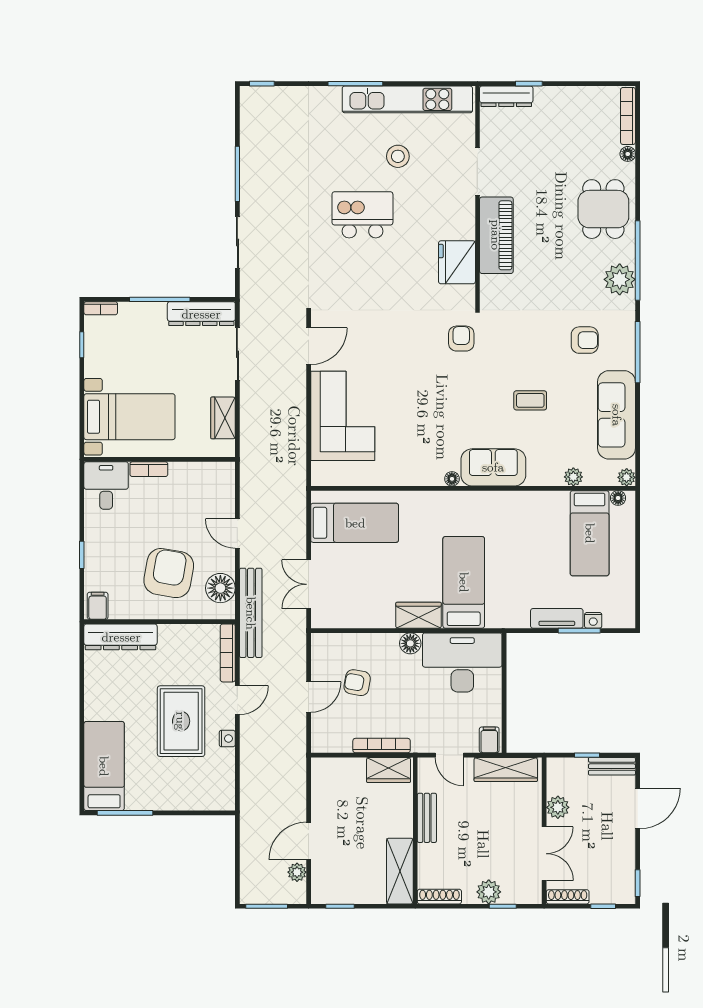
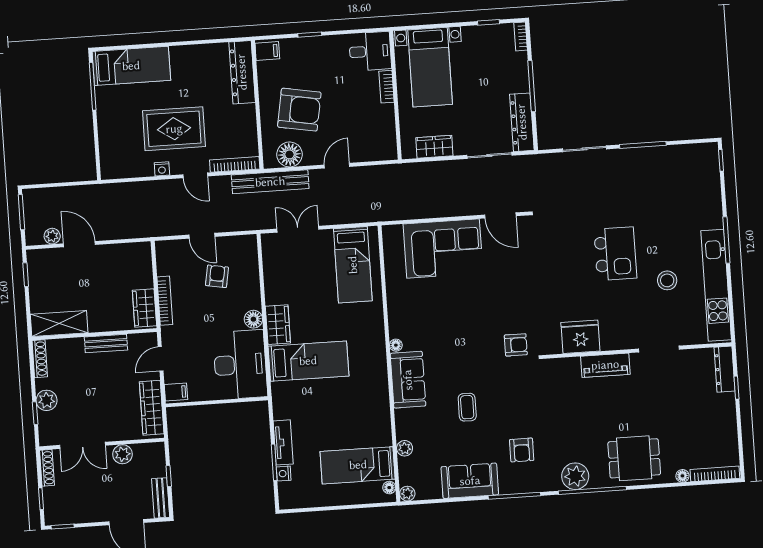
piano: (496, 235) -> (605, 365), width x0.73, depth x0.75
sofa: (617, 415) -> (470, 481), width x0.73

